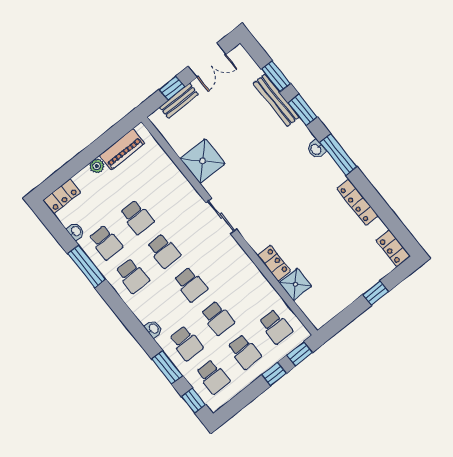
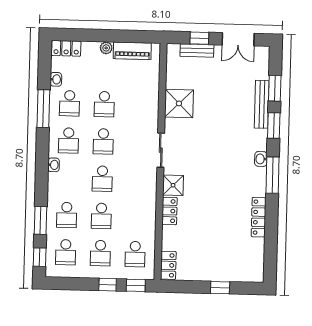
locker: (393, 248) -> (168, 265), moved, turned 180
shower: (295, 284) -> (173, 185), moved
washbasin: (153, 329) -> (54, 165), moved

